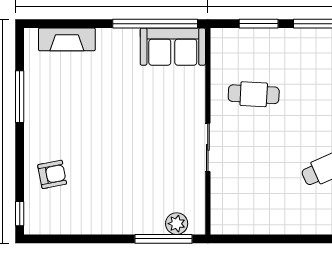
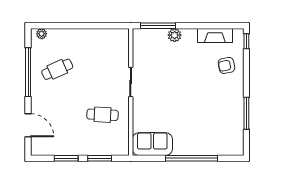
window: (155, 24) -> (191, 158), moved
fireplace: (67, 39) -> (215, 36), moved, turned 180
plant: (177, 224) -> (175, 35), moved

